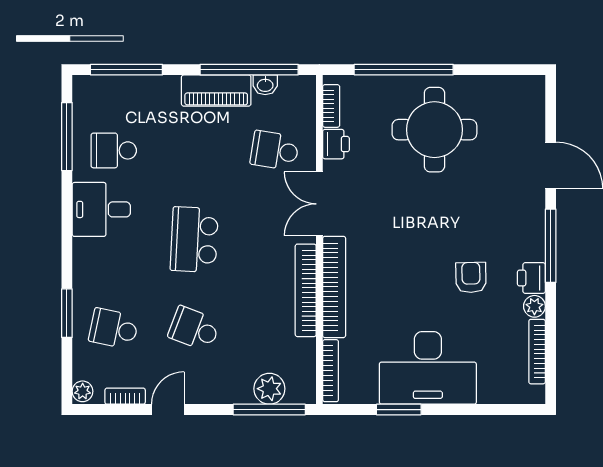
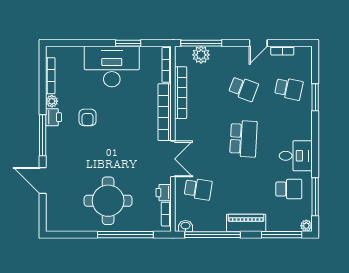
washbasin: (265, 85) -> (185, 226), moved
piano: (216, 91) -> (246, 223), moved
bookcase: (306, 290) -> (181, 93), moved
plant: (83, 391) -> (306, 226), moved

